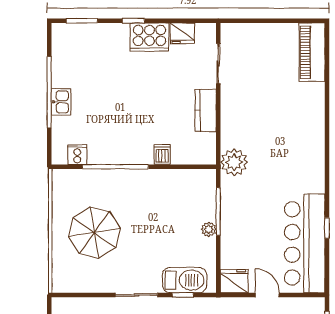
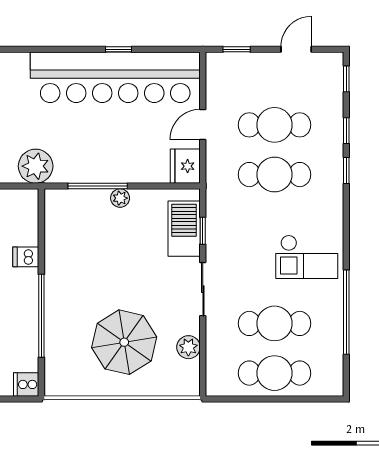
cooker: (77, 155) -> (26, 384), moved
bar counter: (305, 243) -> (115, 77), width x1.36
plant: (90, 284) -> (188, 347), added

